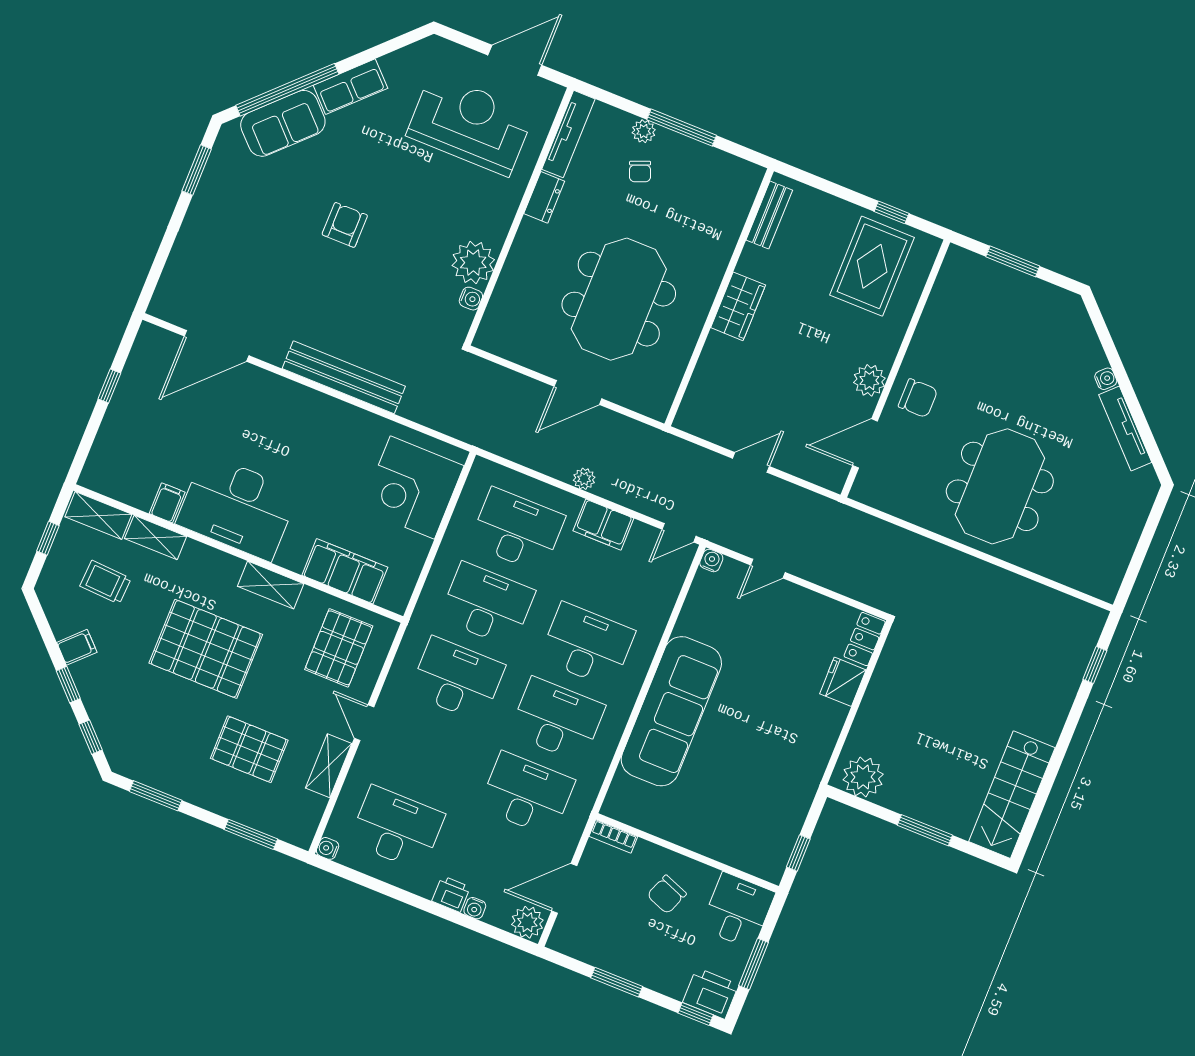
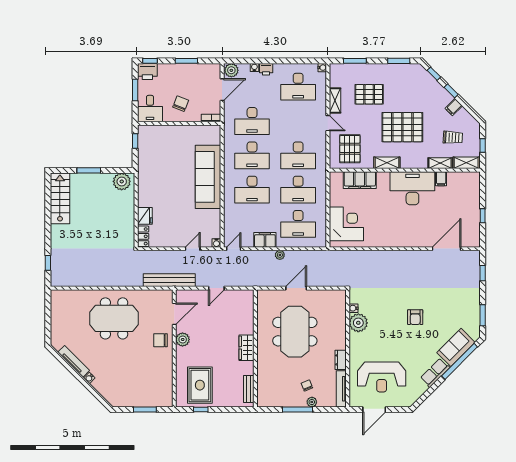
window: (160, 261) -> (483, 273), added
bench: (344, 377) -> (169, 280), moved
meeting table: (1000, 486) -> (114, 318), turned 90

